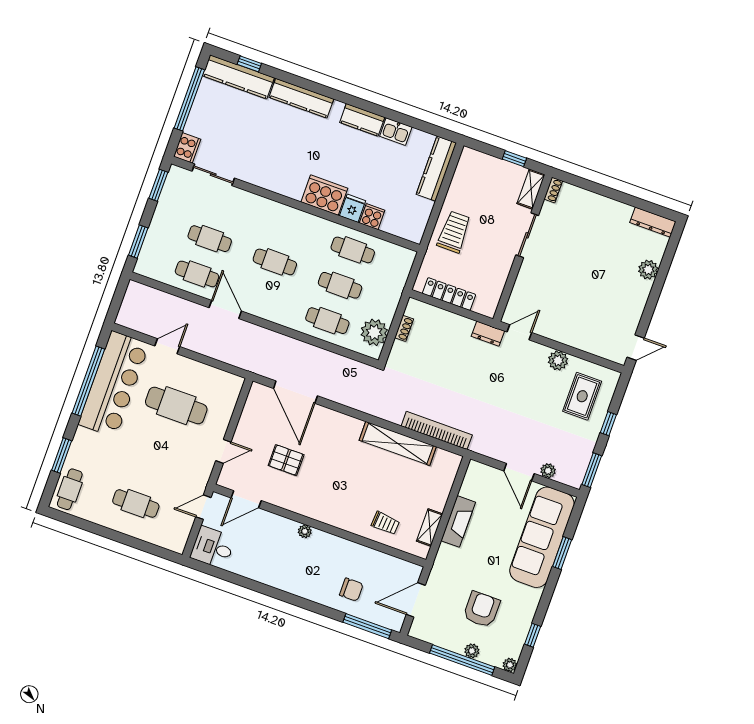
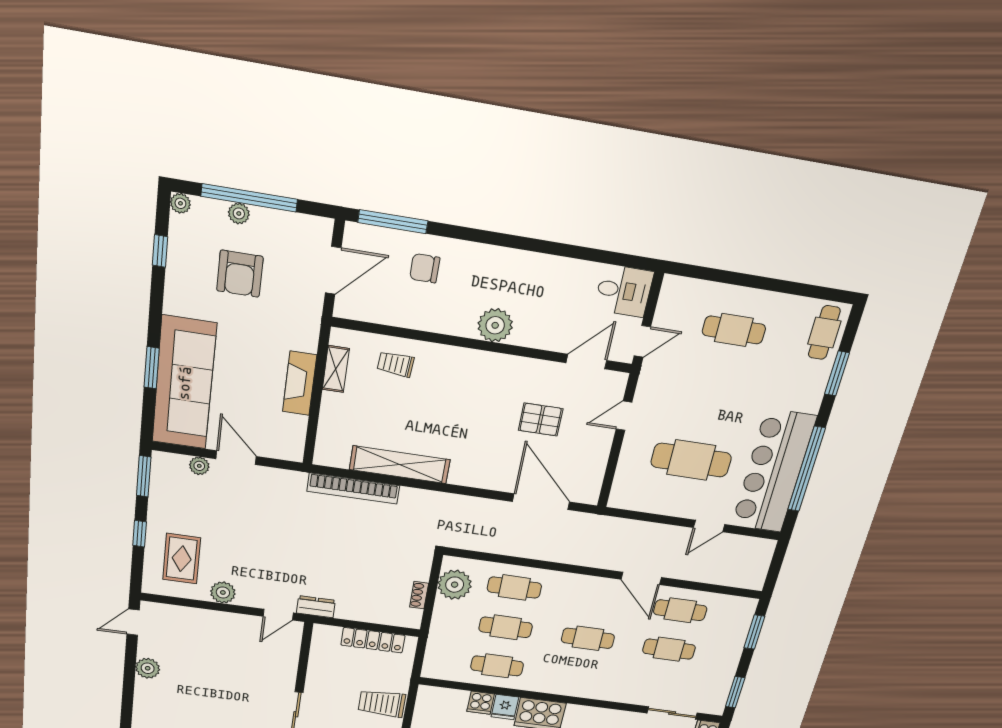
trolley: (454, 232) -> (382, 703), turned 90
plant: (648, 270) -> (148, 668), moved
plant: (305, 531) -> (495, 325), width x1.88, depth x1.88

